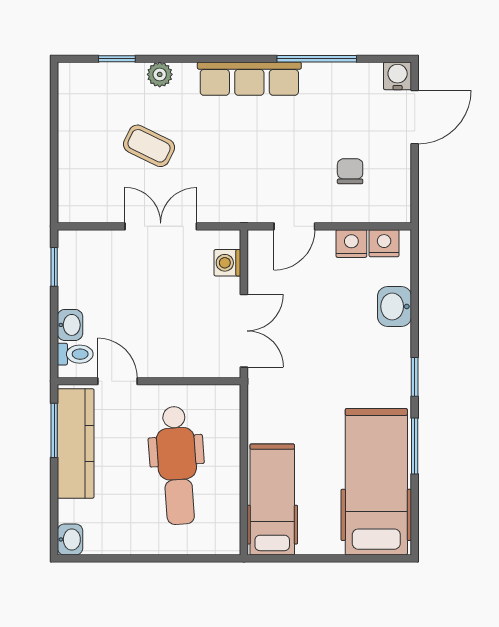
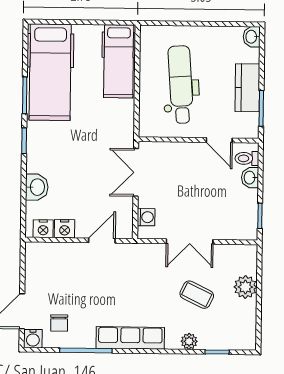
plant: (75, 158) -> (245, 287), added
chair: (350, 171) -> (59, 323), moved
kitchen counter: (76, 443) -> (247, 88), width x0.67

